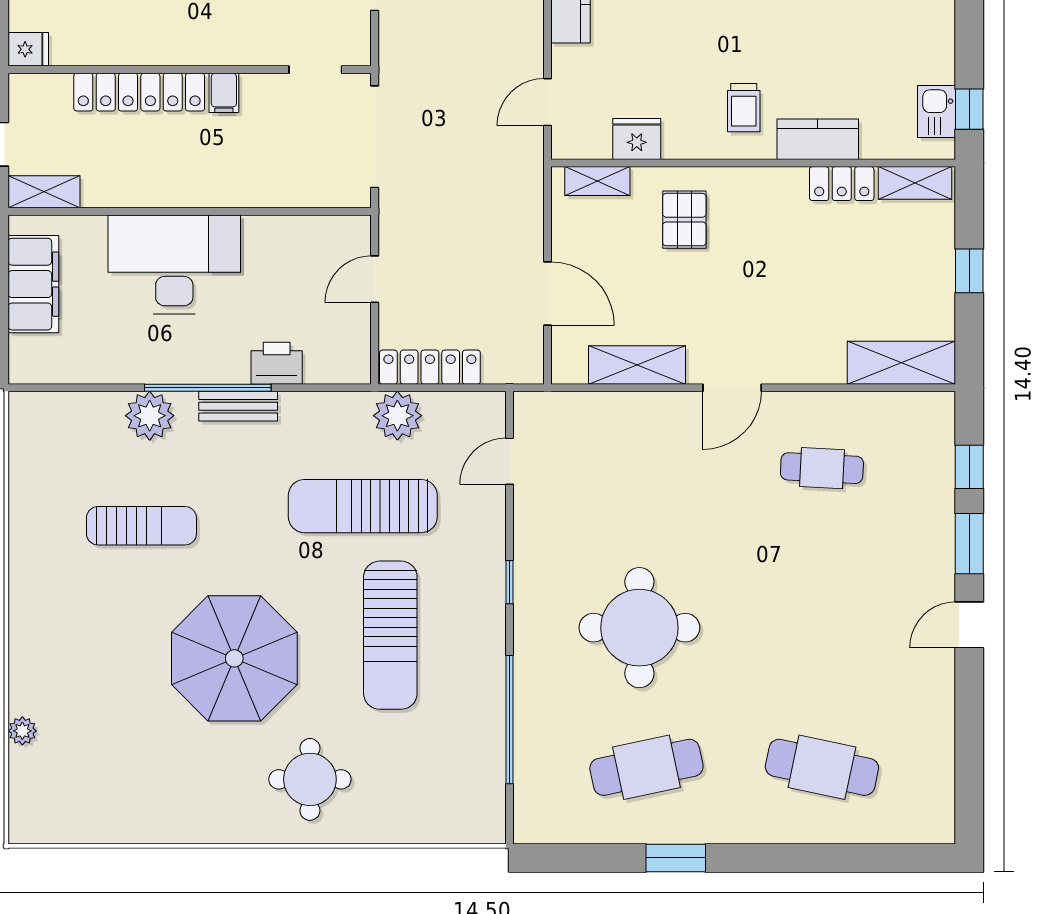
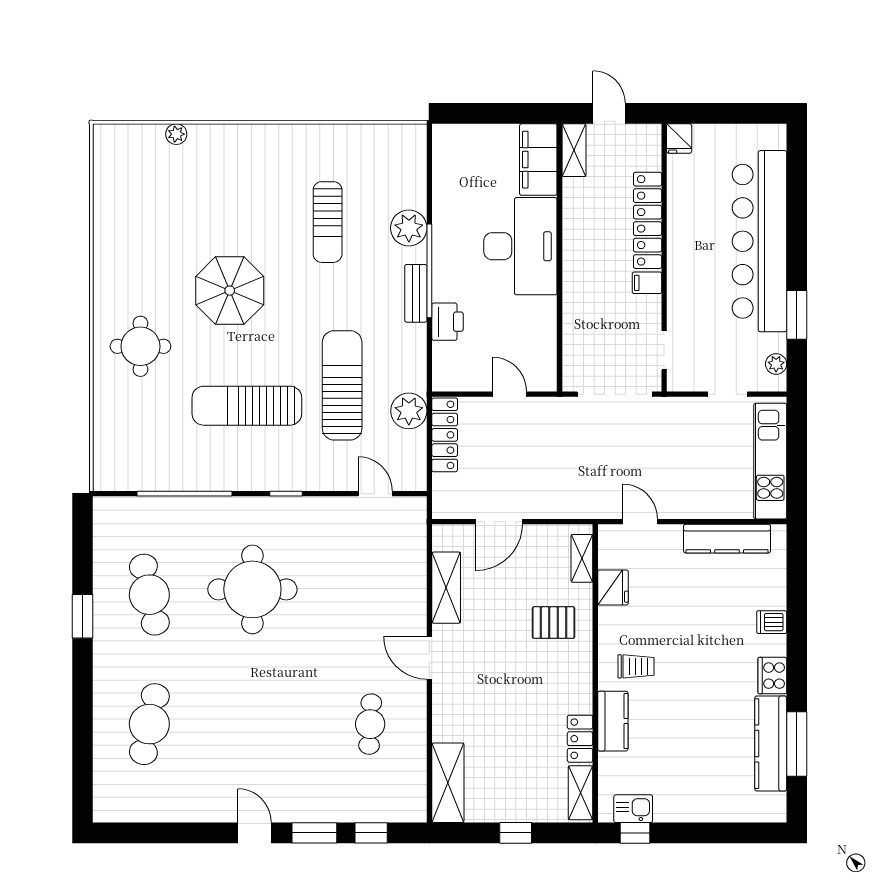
trolley: (744, 108) -> (636, 666), turned 180
filing cabinet: (33, 284) -> (538, 160), moved, turned 90
parasol: (234, 658) -> (230, 291), width x0.73, depth x0.73

